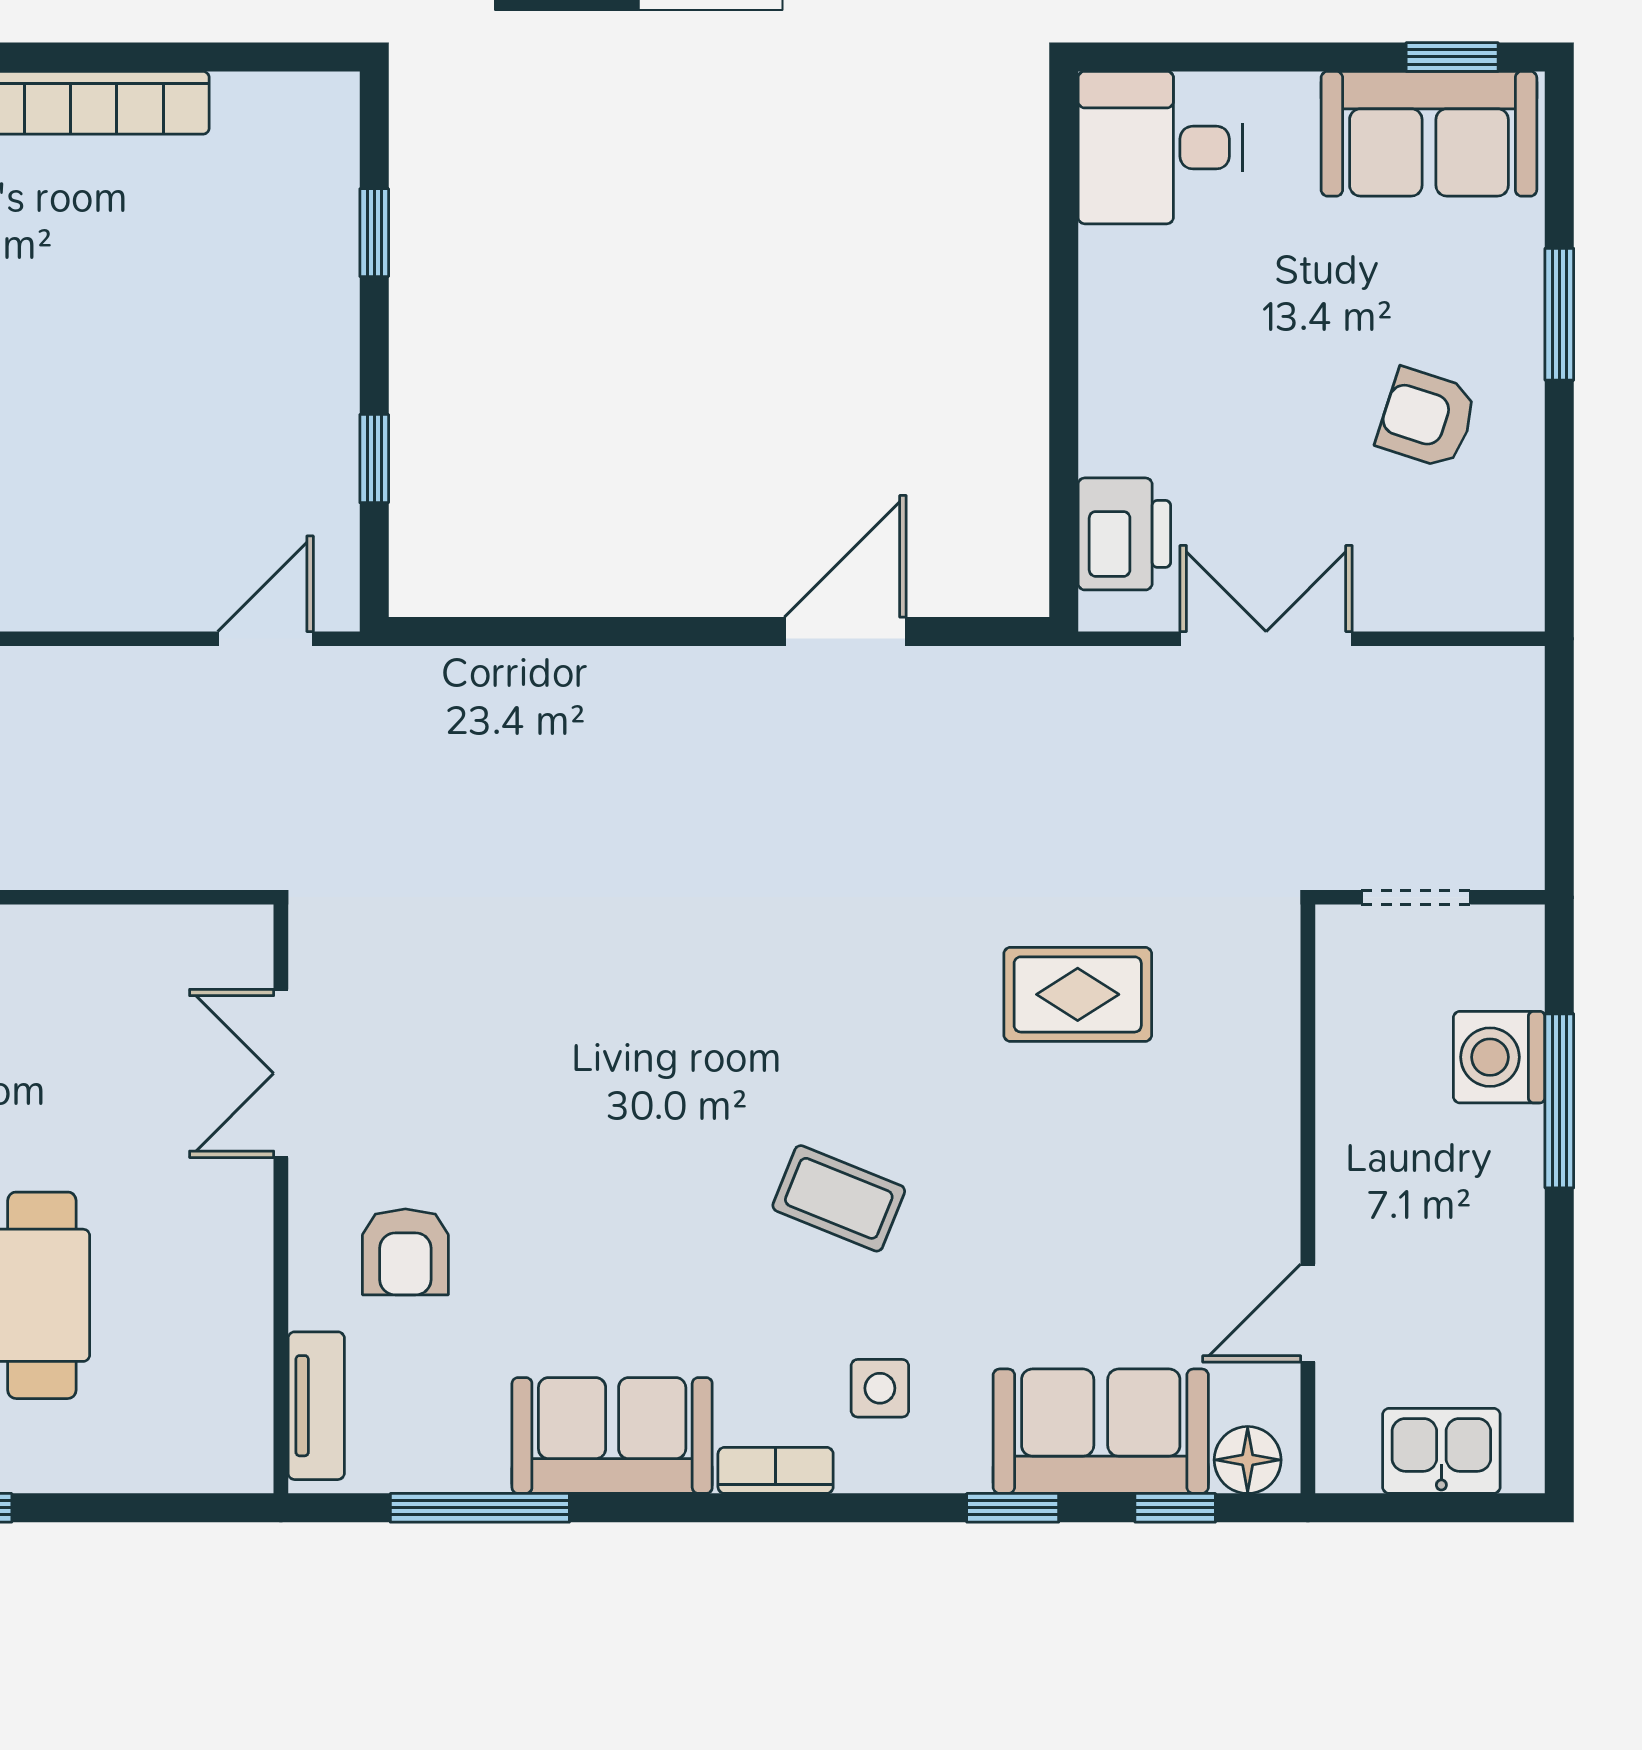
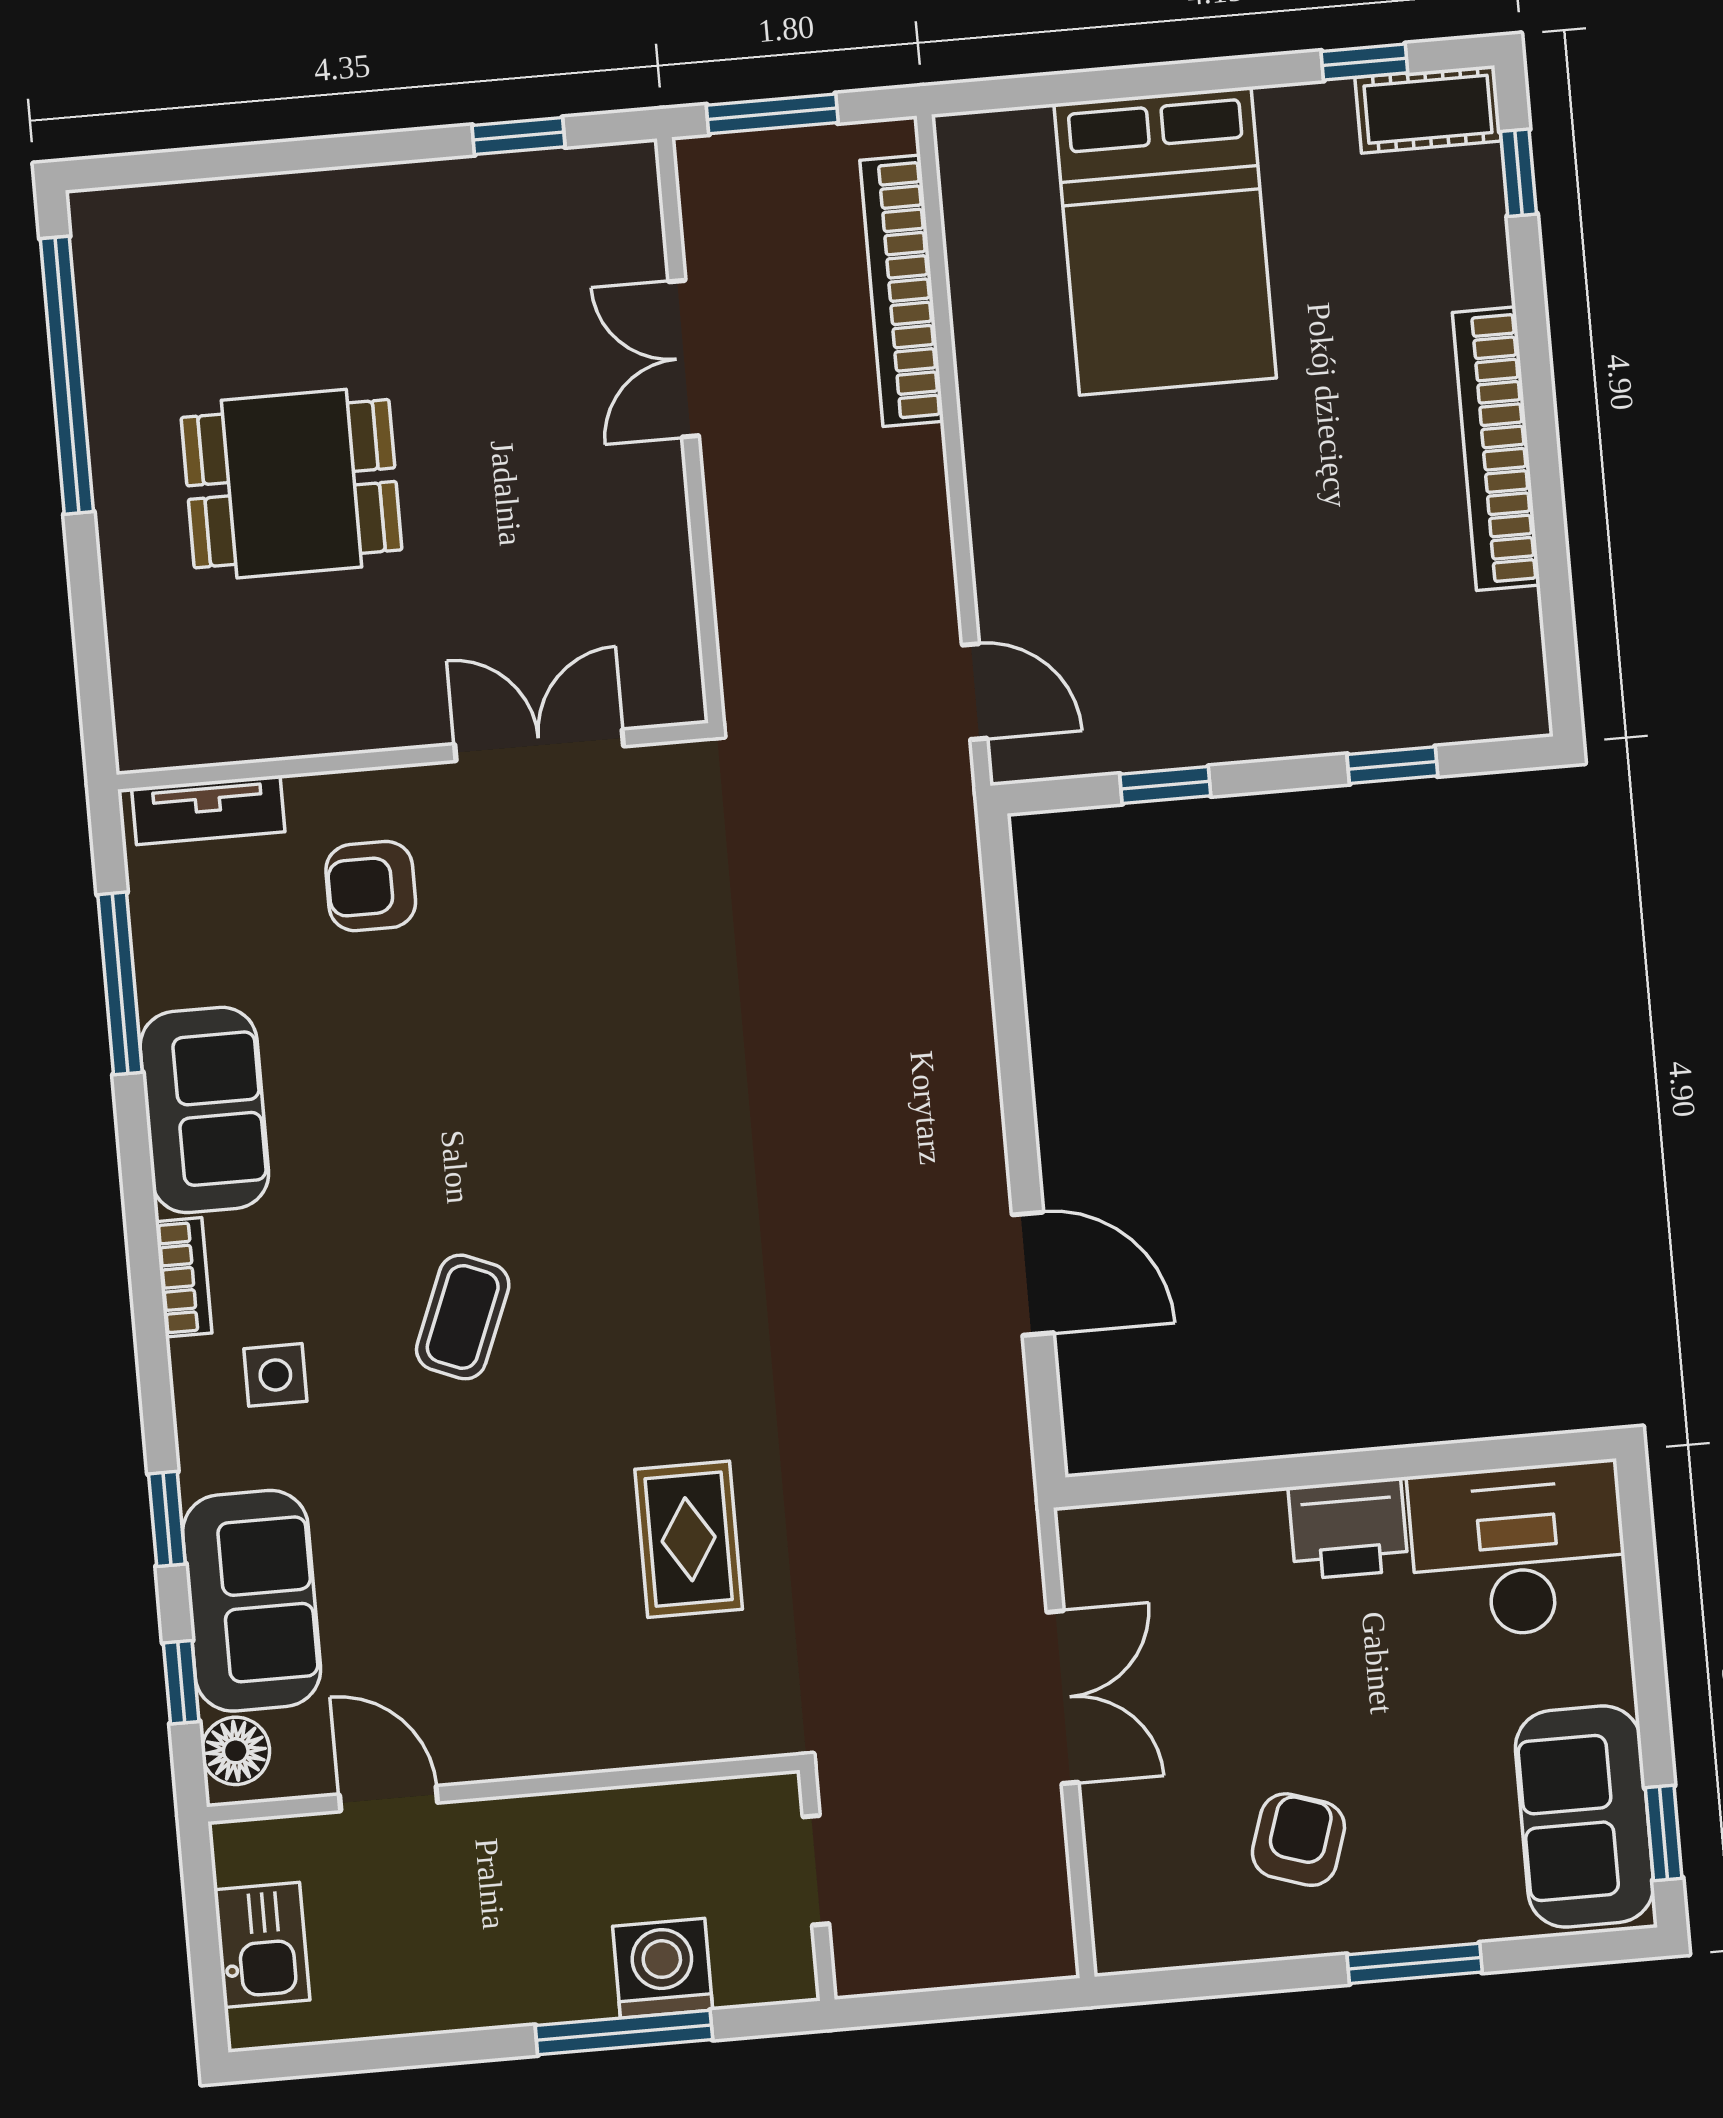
desk: (1160, 148) -> (1518, 1550), width x1.37
printer: (1124, 534) -> (1348, 1529), moved

